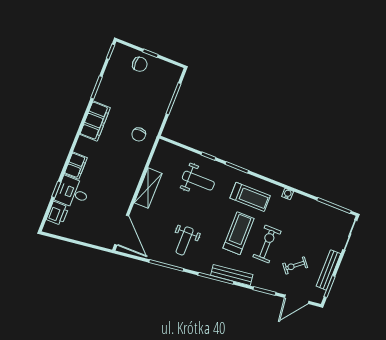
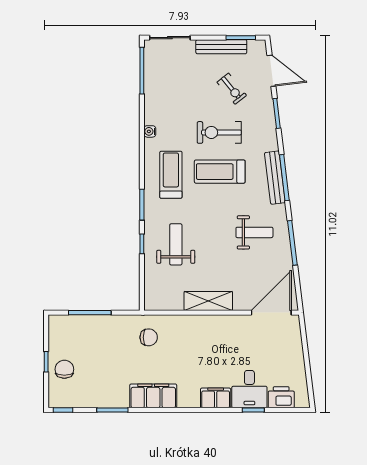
bench: (232, 275) -> (275, 178), moved

